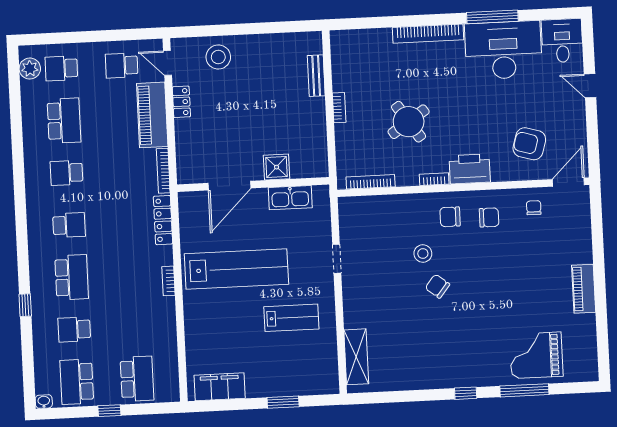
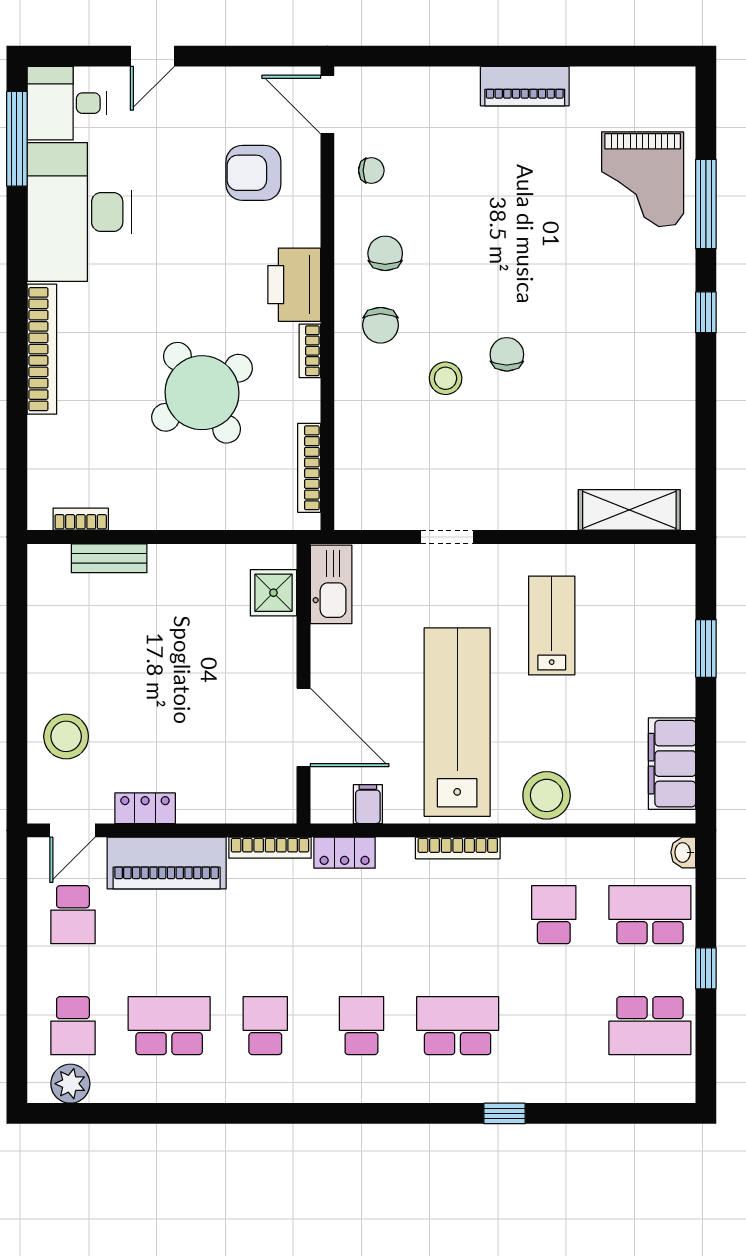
window: (492, 17) -> (17, 139), moved
bookcase: (339, 108) -> (81, 519), moved
round table: (409, 122) -> (202, 393), width x1.36, depth x1.36
armchair: (529, 144) -> (253, 173), turned 74
shower: (277, 167) -> (273, 593), moved
school desk: (67, 173) -> (265, 1026), turned 180
kitchen sink: (290, 198) -> (331, 584), moved
chair: (534, 208) -> (371, 170), turned 180
locker: (163, 220) -> (345, 853), width x0.66
filing cabinet: (190, 223) -> (368, 804), added
bookcase: (168, 281) -> (458, 848), width x1.56
chair: (437, 286) -> (507, 354), turned 142
stool: (199, 319) -> (547, 795), added
school desk: (74, 330) -> (554, 915), moved, turned 180
washbasin: (44, 402) -> (683, 852), moved

